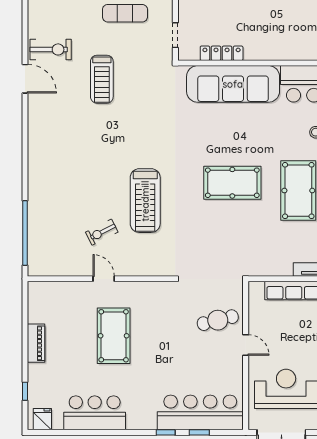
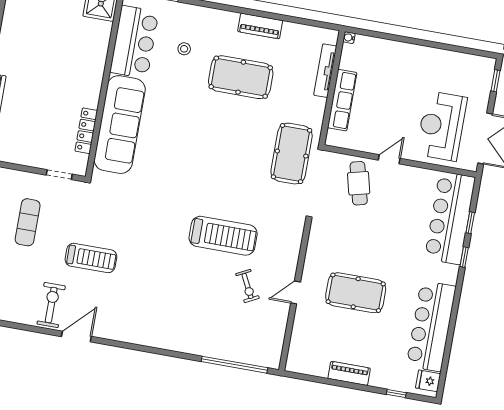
pool table: (232, 183) -> (292, 154), moved
bar counter: (95, 413) -> (431, 326), width x1.36

